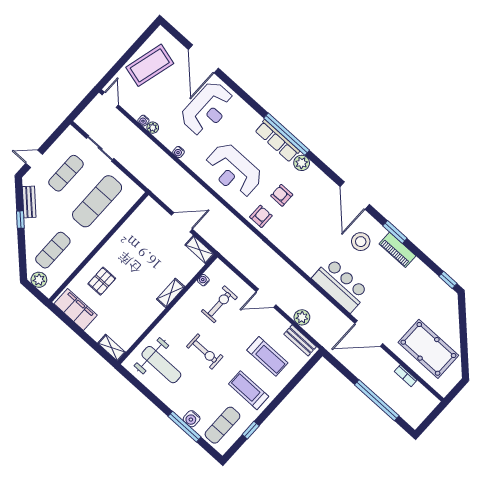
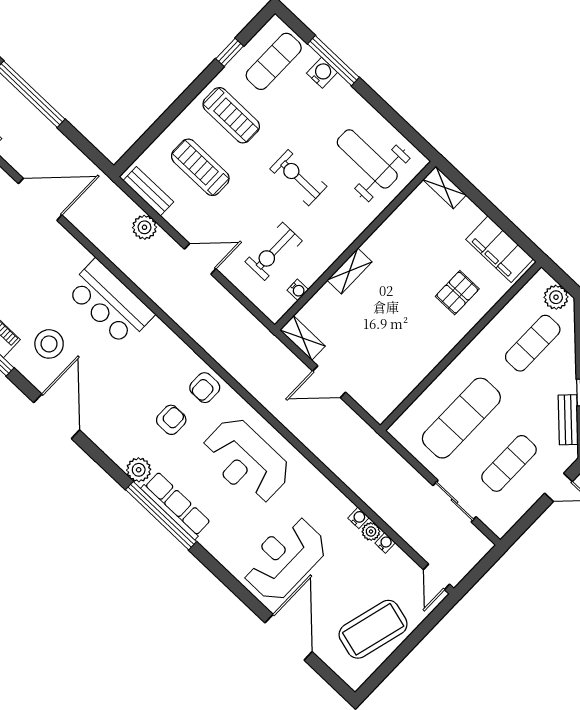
water cooler: (179, 152) -> (358, 518), moved
reception desk: (233, 171) -> (246, 461), turned 180
armchair: (282, 195) -> (171, 420), turned -90
bar counter: (340, 285) -> (110, 302), moved

